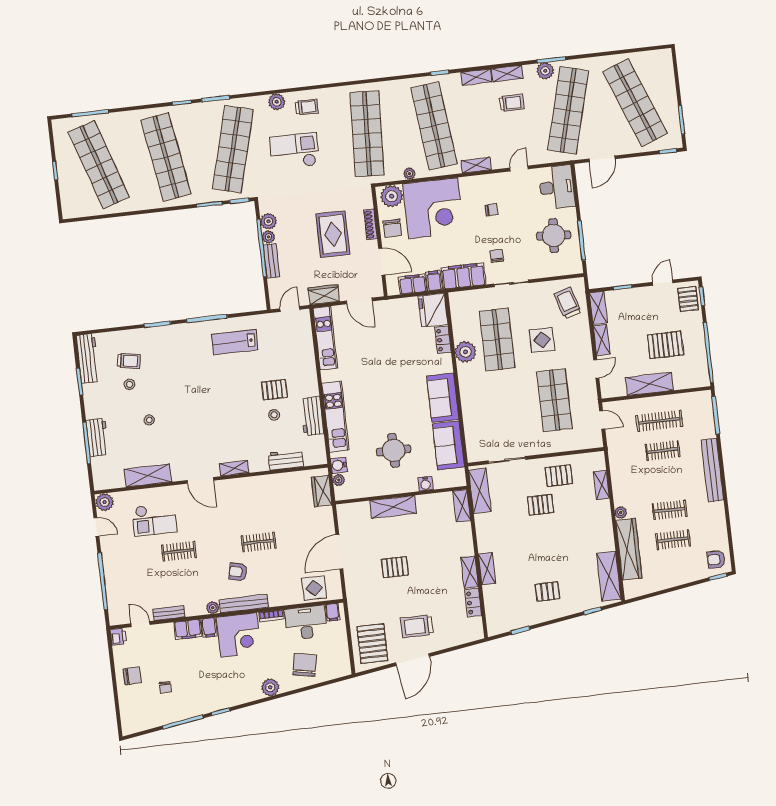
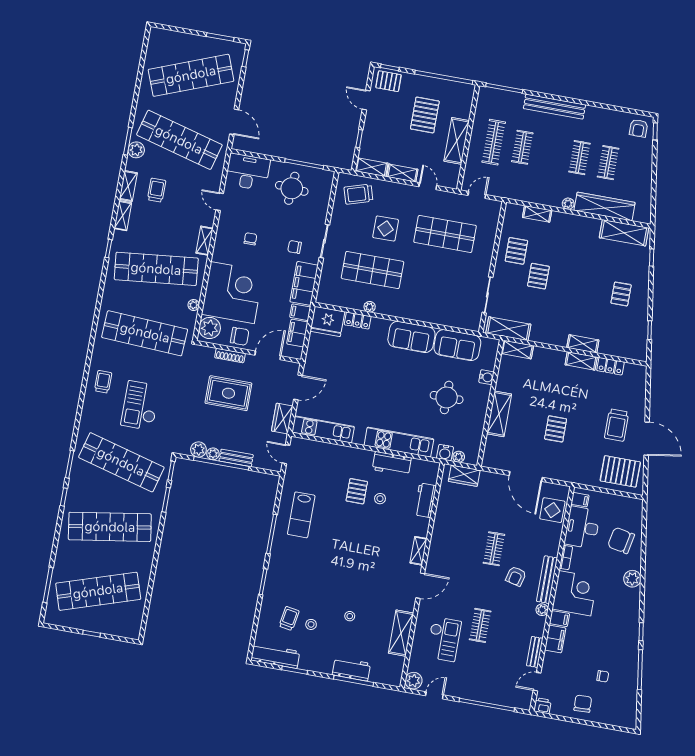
plant: (277, 102) -> (90, 408), removed
plant: (466, 352) -> (370, 307), width x0.53, depth x0.53

